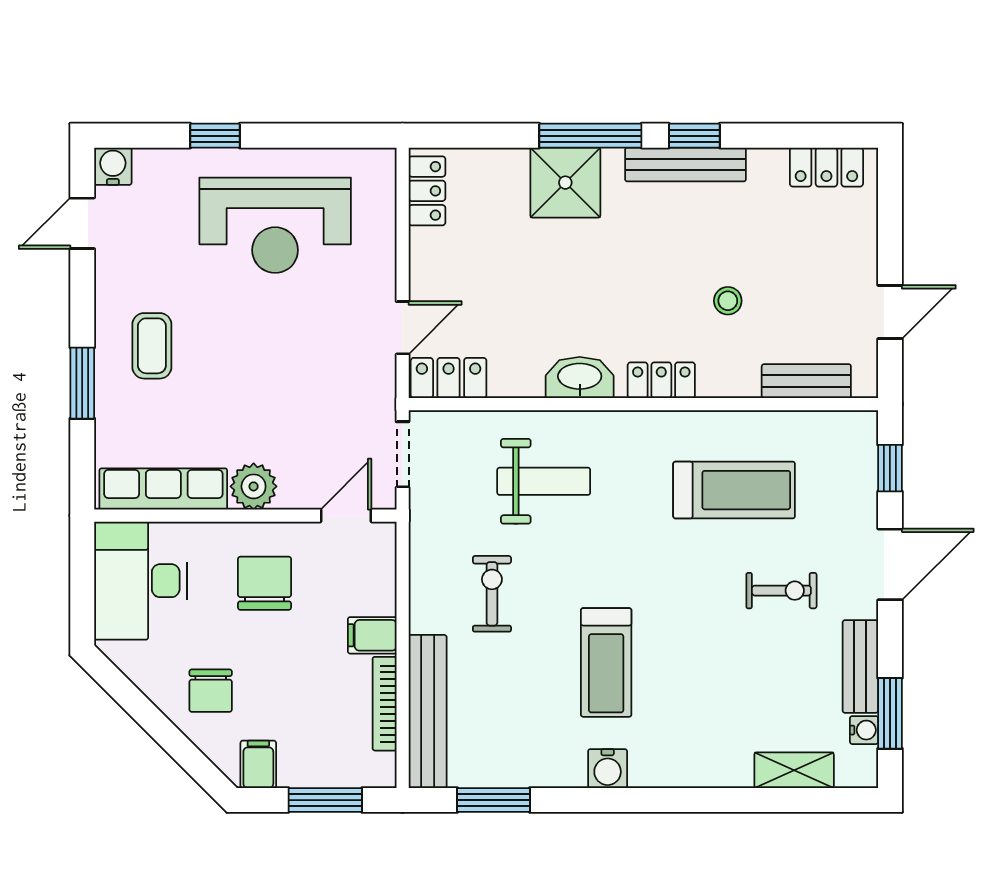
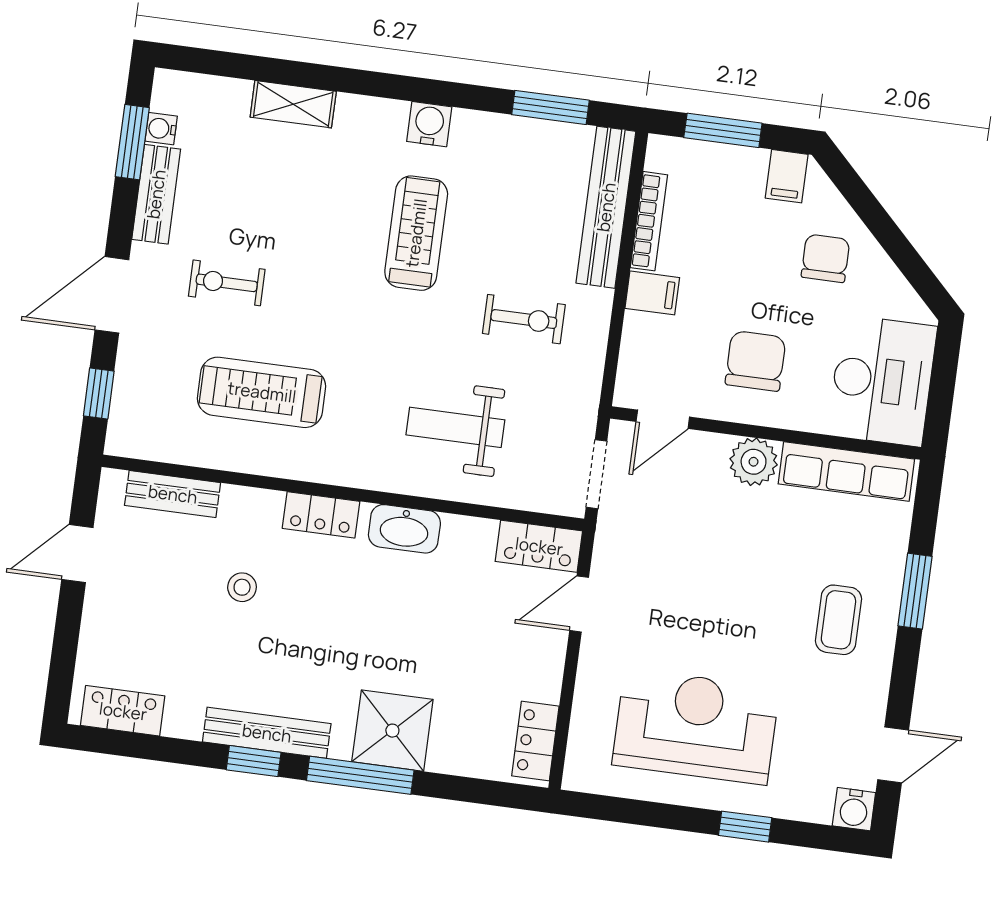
chair: (265, 583) -> (756, 361), turned 180
exercise bike: (492, 594) -> (524, 319), turned -90
shelving: (794, 770) -> (293, 104), moved

